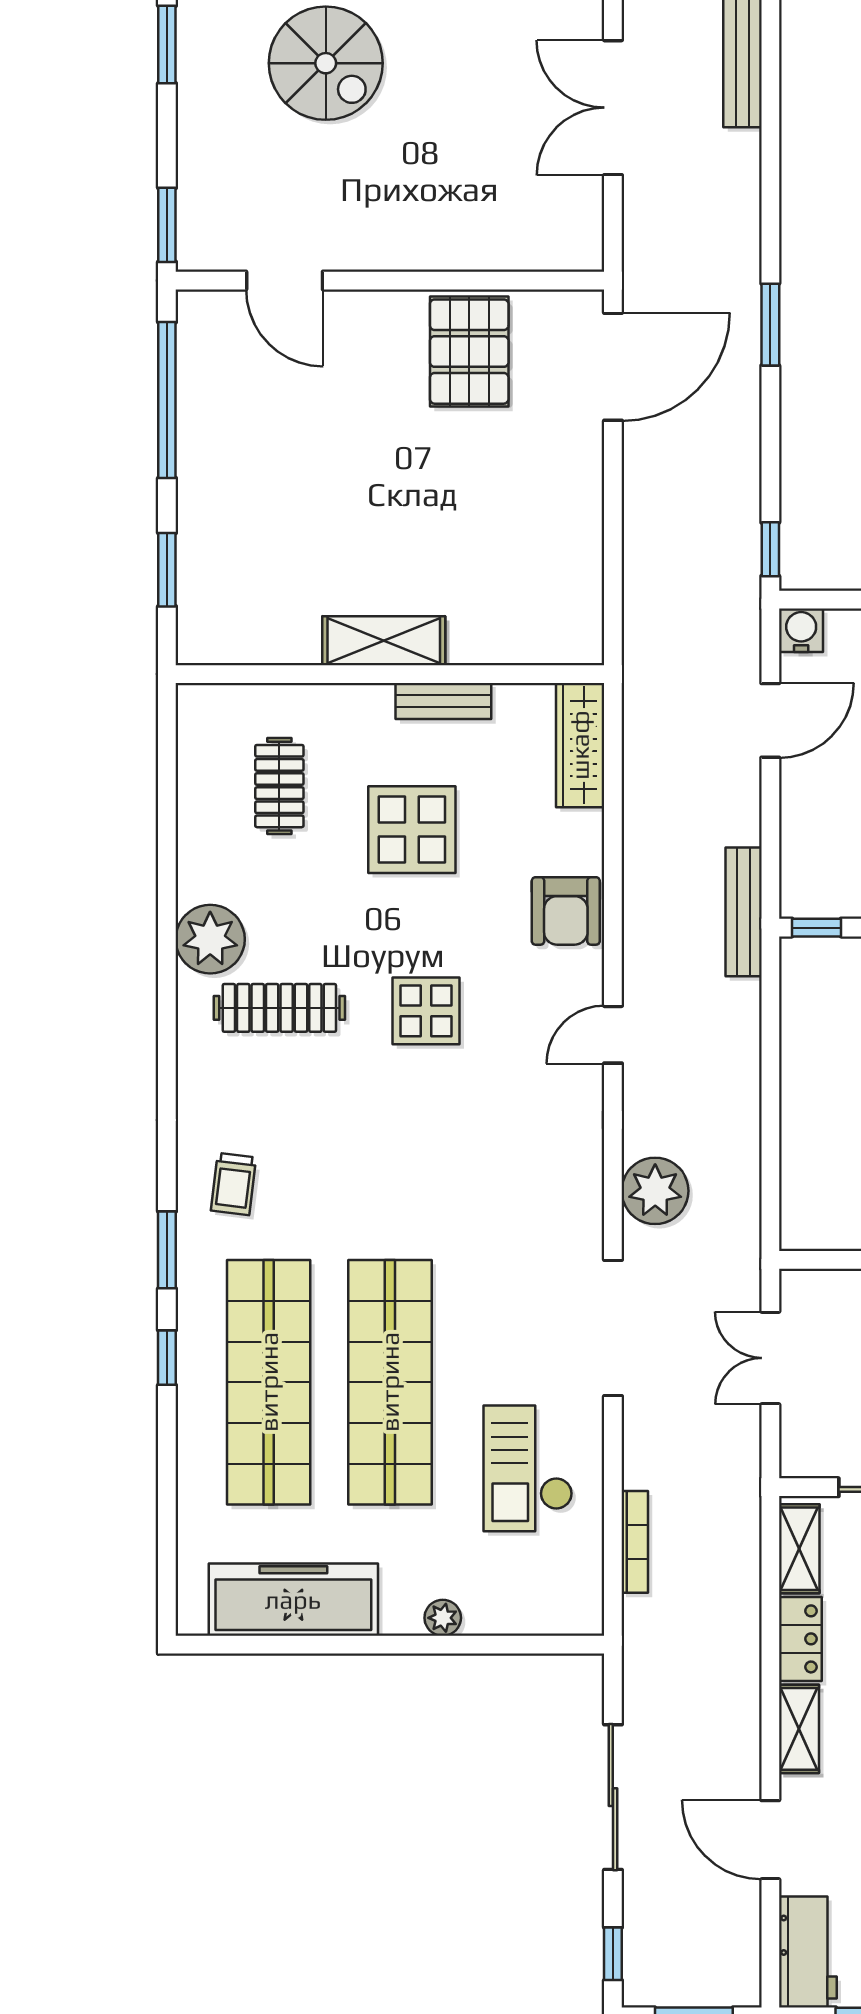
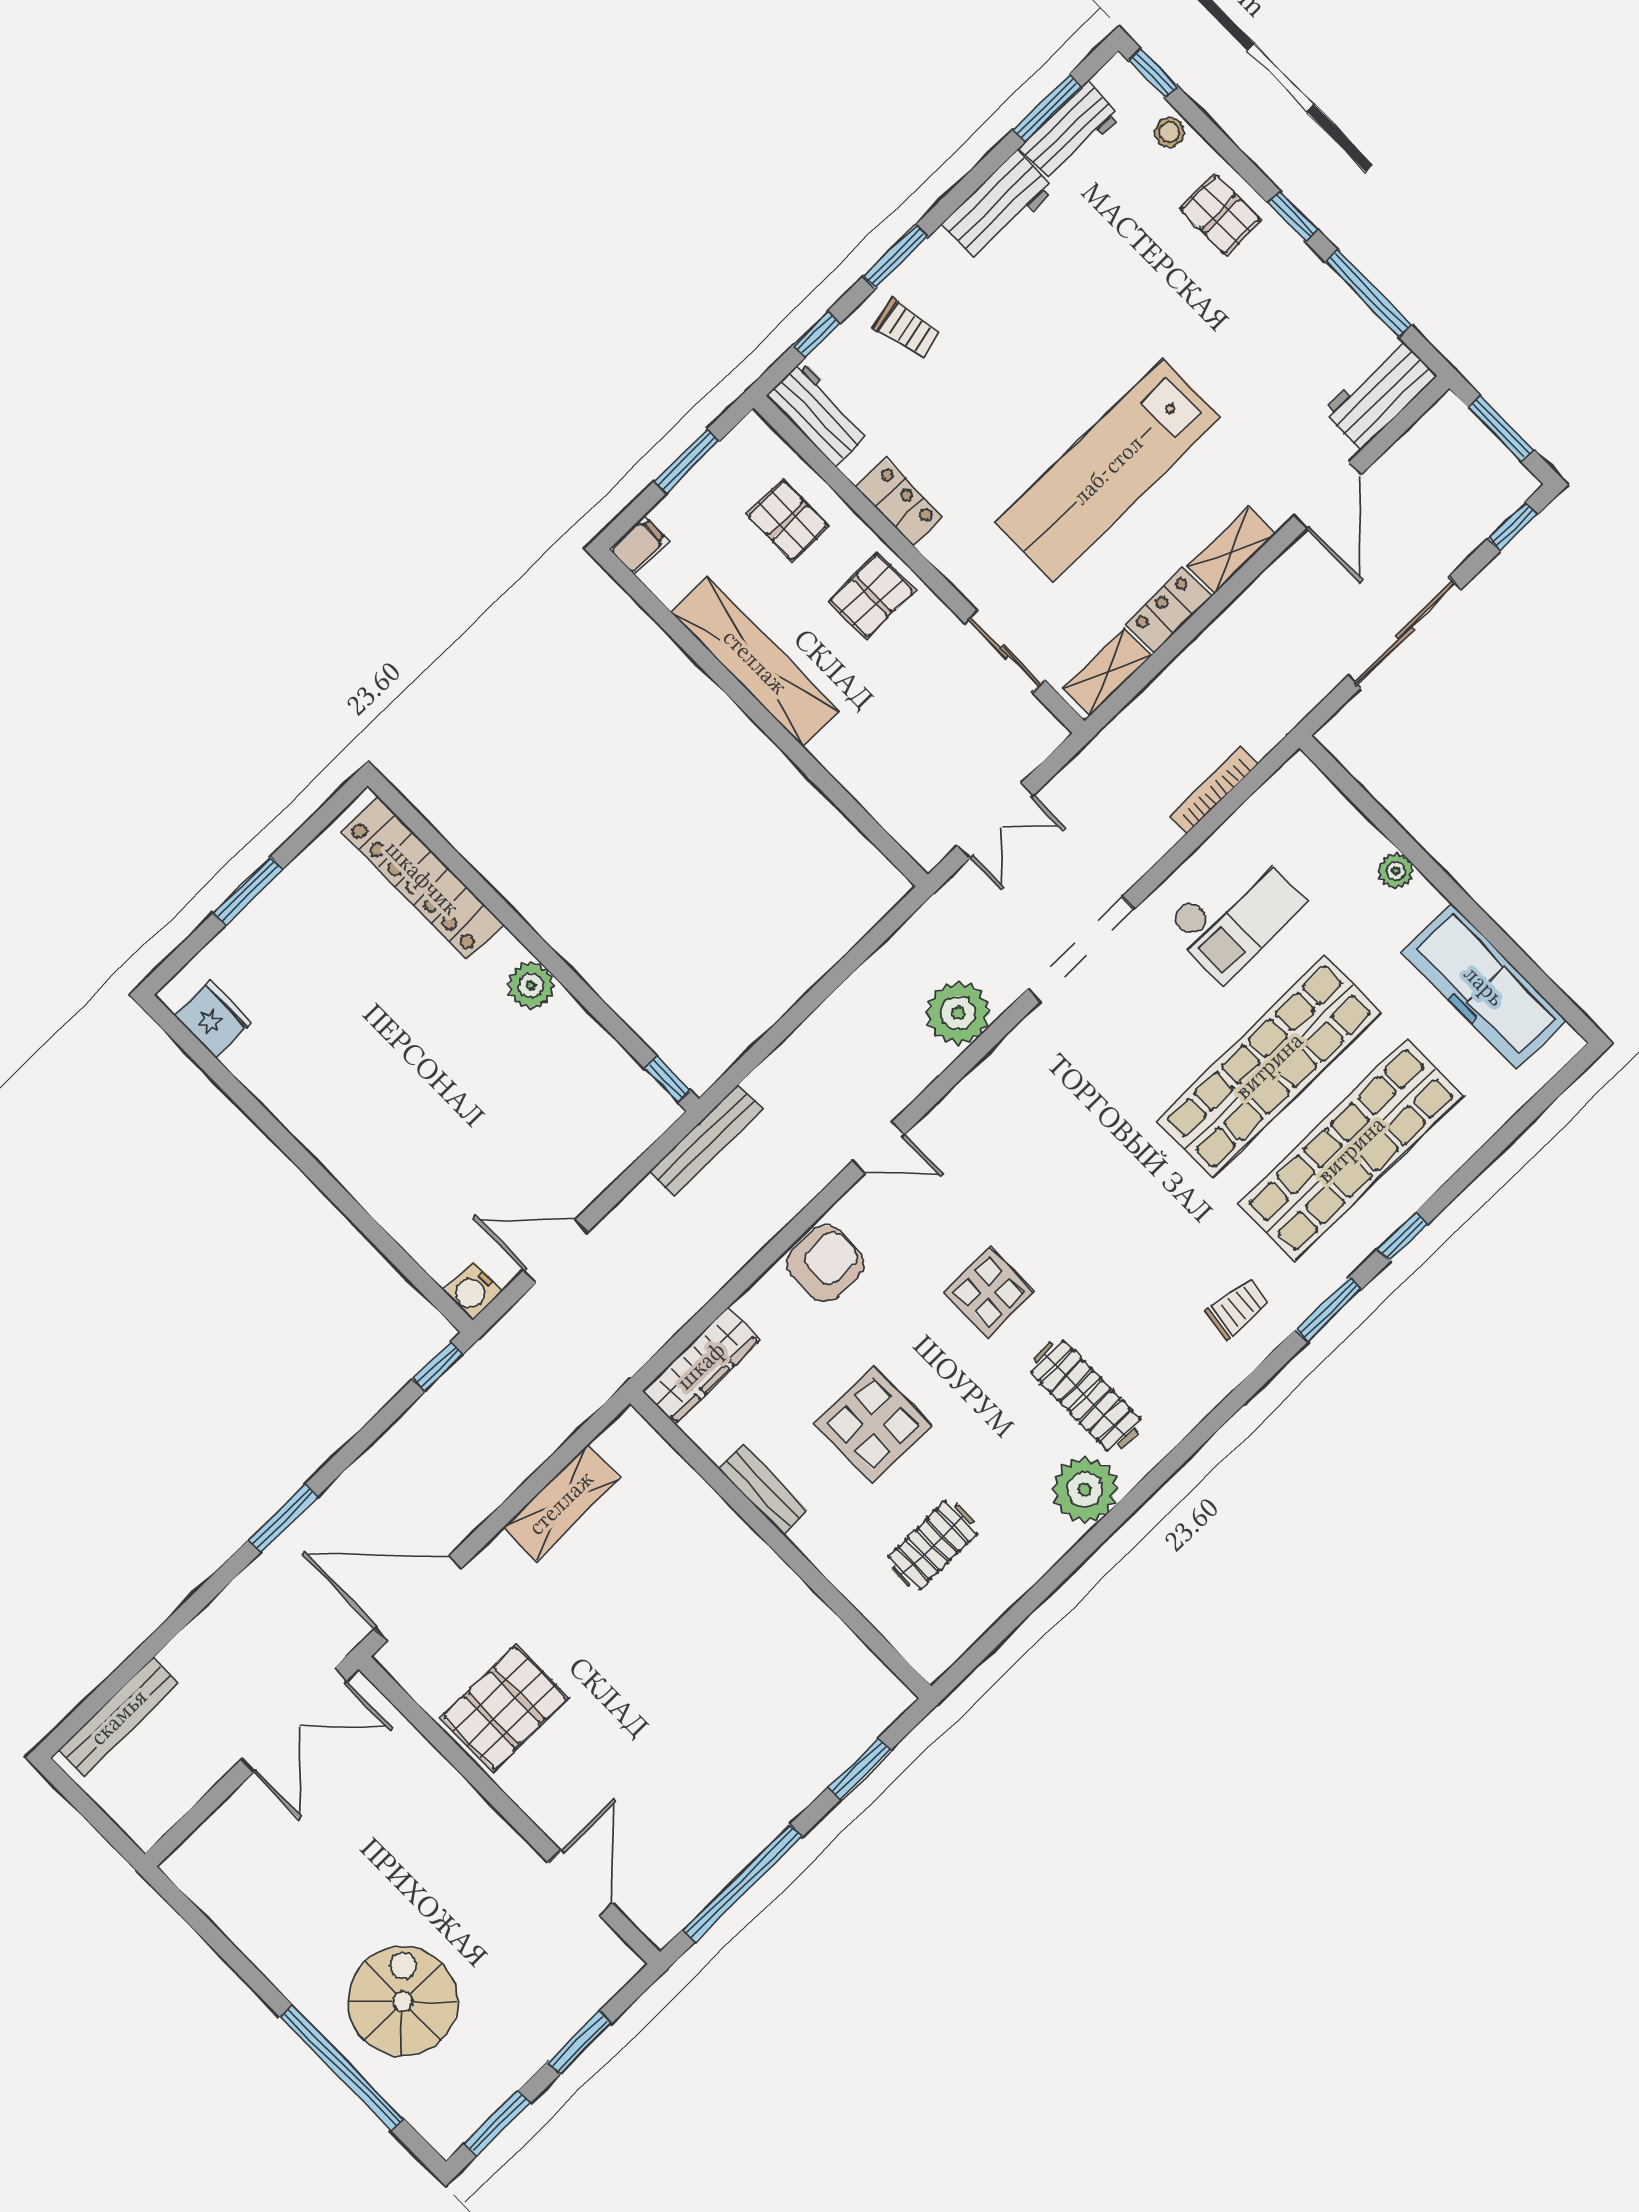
double door: (613, 108) -> (294, 1720), moved
window: (167, 225) -> (580, 2043), moved
shelving: (384, 641) -> (561, 1503), moved, turned 90

